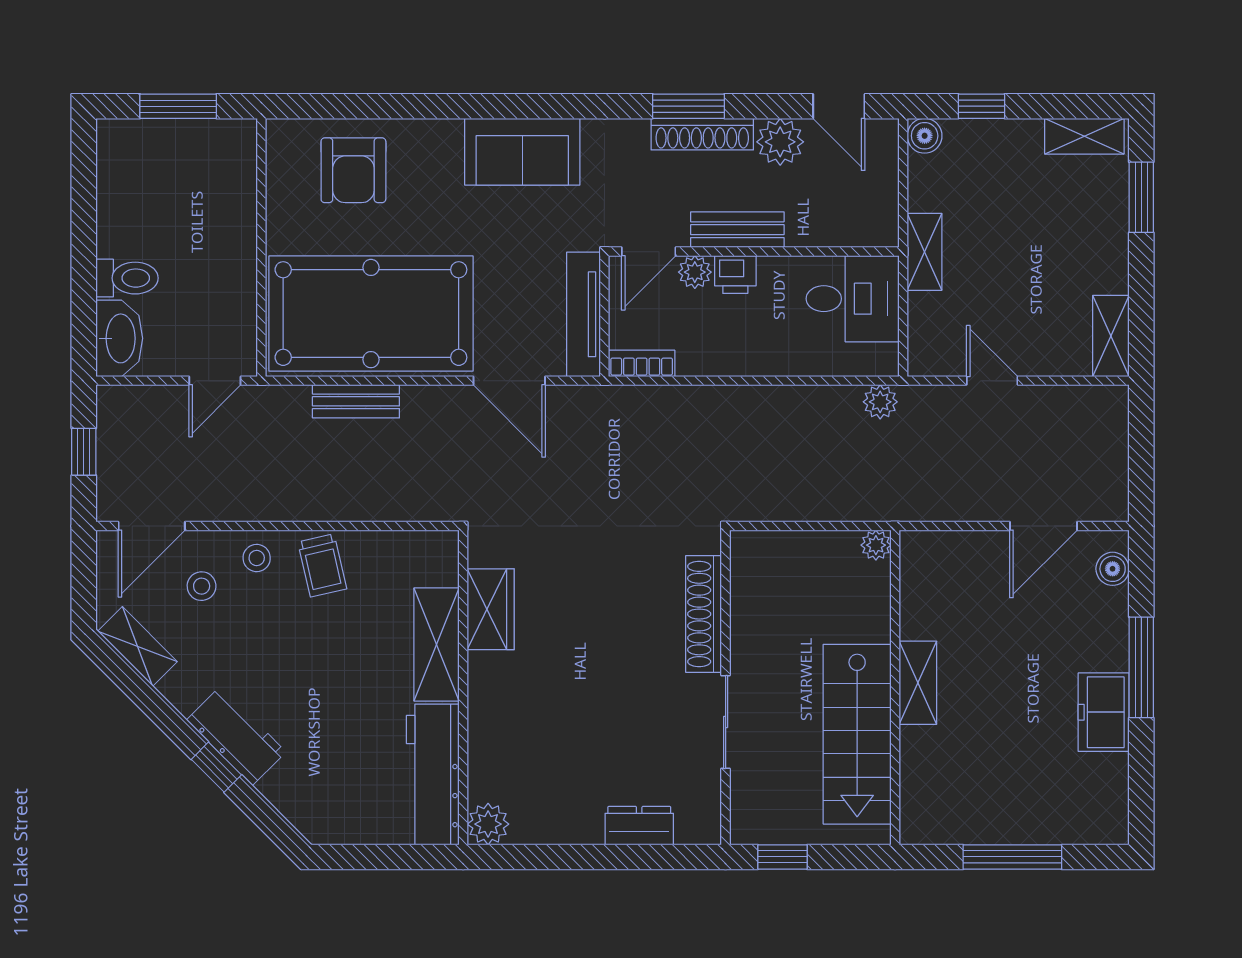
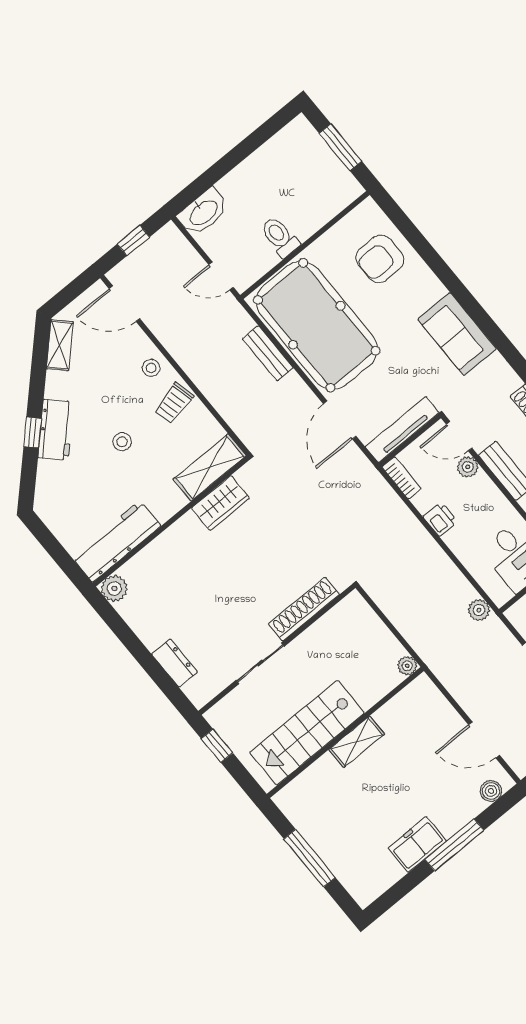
printer: (735, 274) -> (440, 519), moved, turned 180
toilet: (127, 278) -> (280, 237), moved, turned 180
stool: (202, 586) -> (122, 442), moved
shelving: (437, 644) -> (210, 467), moved

